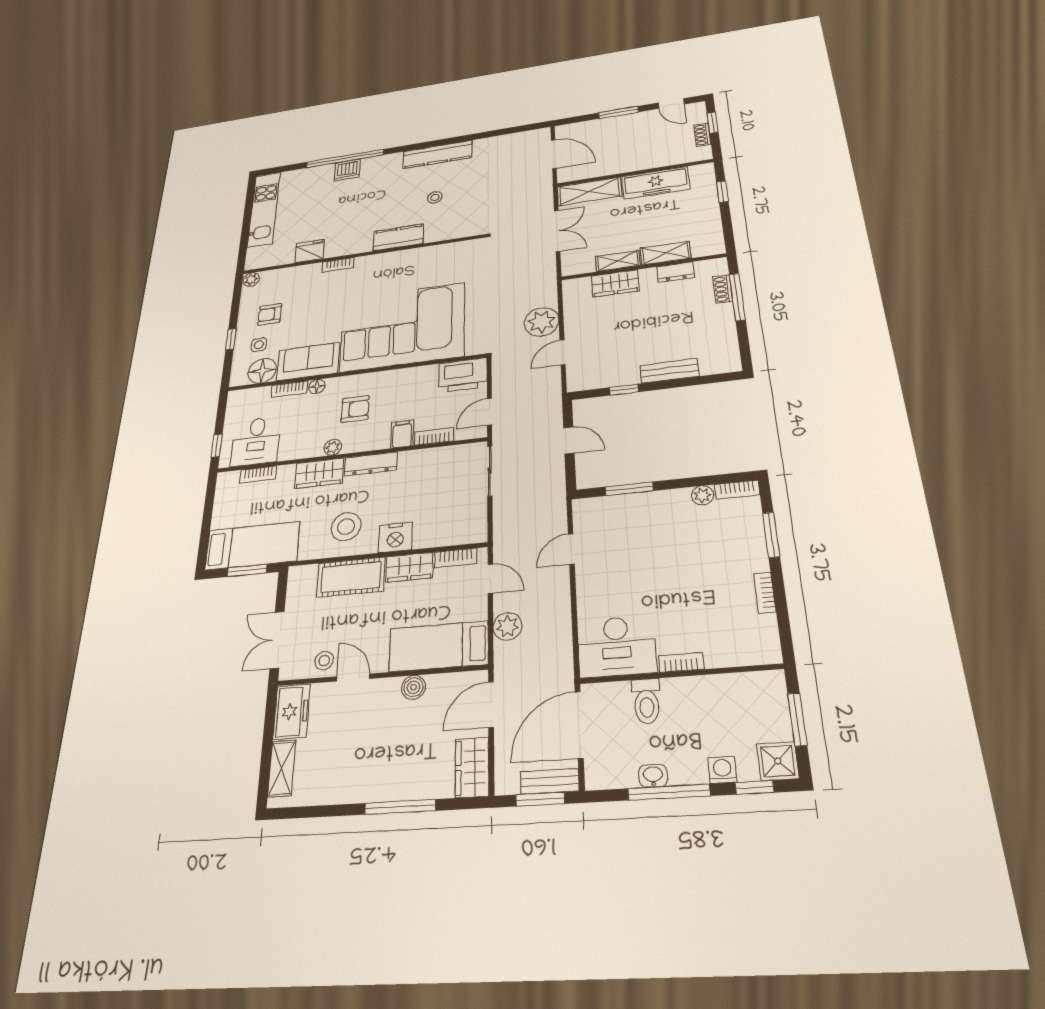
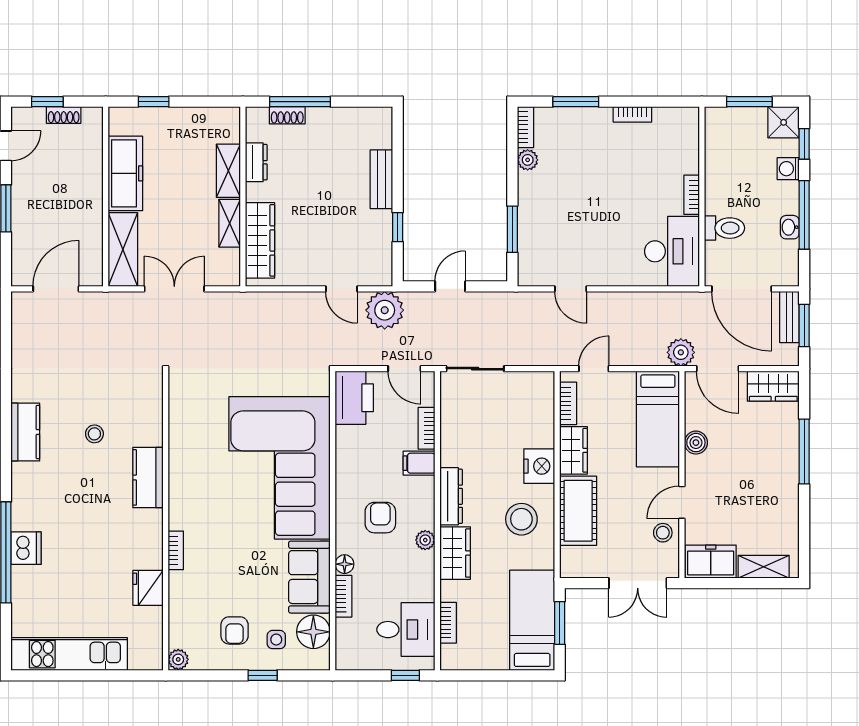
kitchen counter: (438, 154) -> (25, 432), width x0.67
wardrobe: (615, 283) -> (260, 240), width x1.50
plant: (542, 322) -> (385, 310), moved
plant: (508, 626) -> (681, 352), moved

